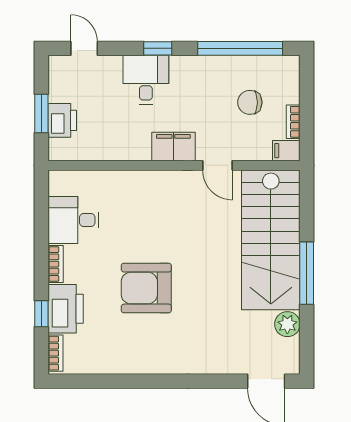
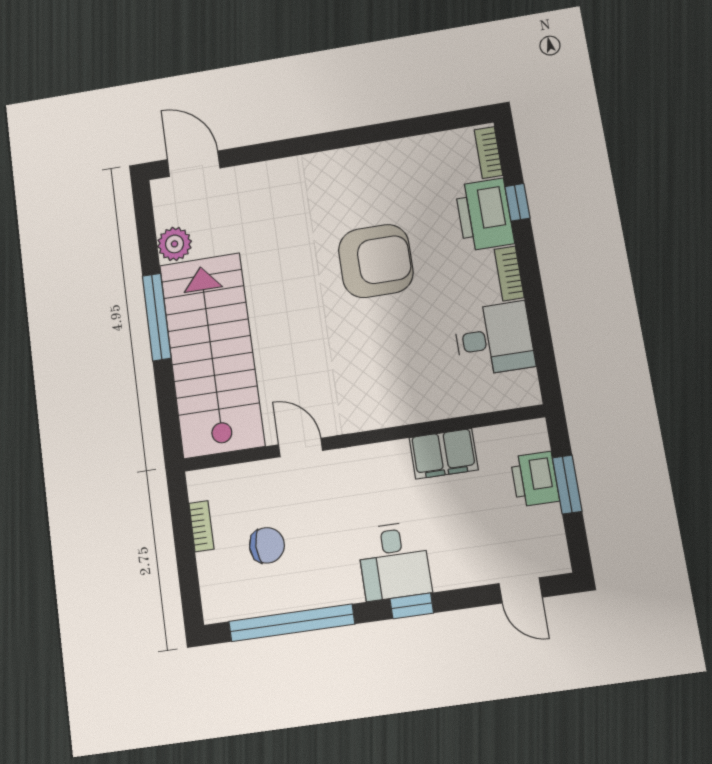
desk: (146, 80) -> (394, 561), moved
filing cabinet: (173, 146) -> (444, 454), moved
filing cabinet: (286, 151) -> (206, 483), removed

